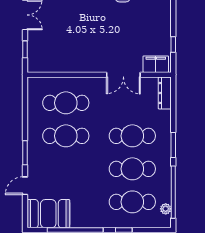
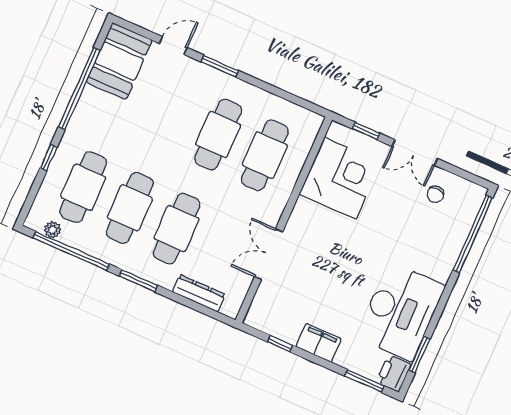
corner desk: (60, 52) -> (340, 178), added
filing cabinet: (156, 64) -> (319, 343), moved, turned -90
dresser: (165, 93) -> (199, 293), moved
door: (25, 186) -> (173, 46), hinge flipped

